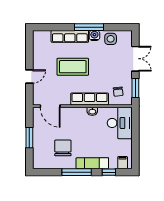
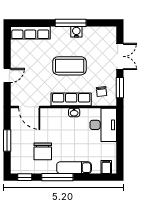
row of seats: (70, 36) -> (30, 33), moved
side table: (111, 39) -> (93, 35), removed
coffee table: (73, 67) -> (70, 66), moved
chair: (63, 148) -> (43, 151), turned 180
window: (109, 172) -> (25, 177), moved

